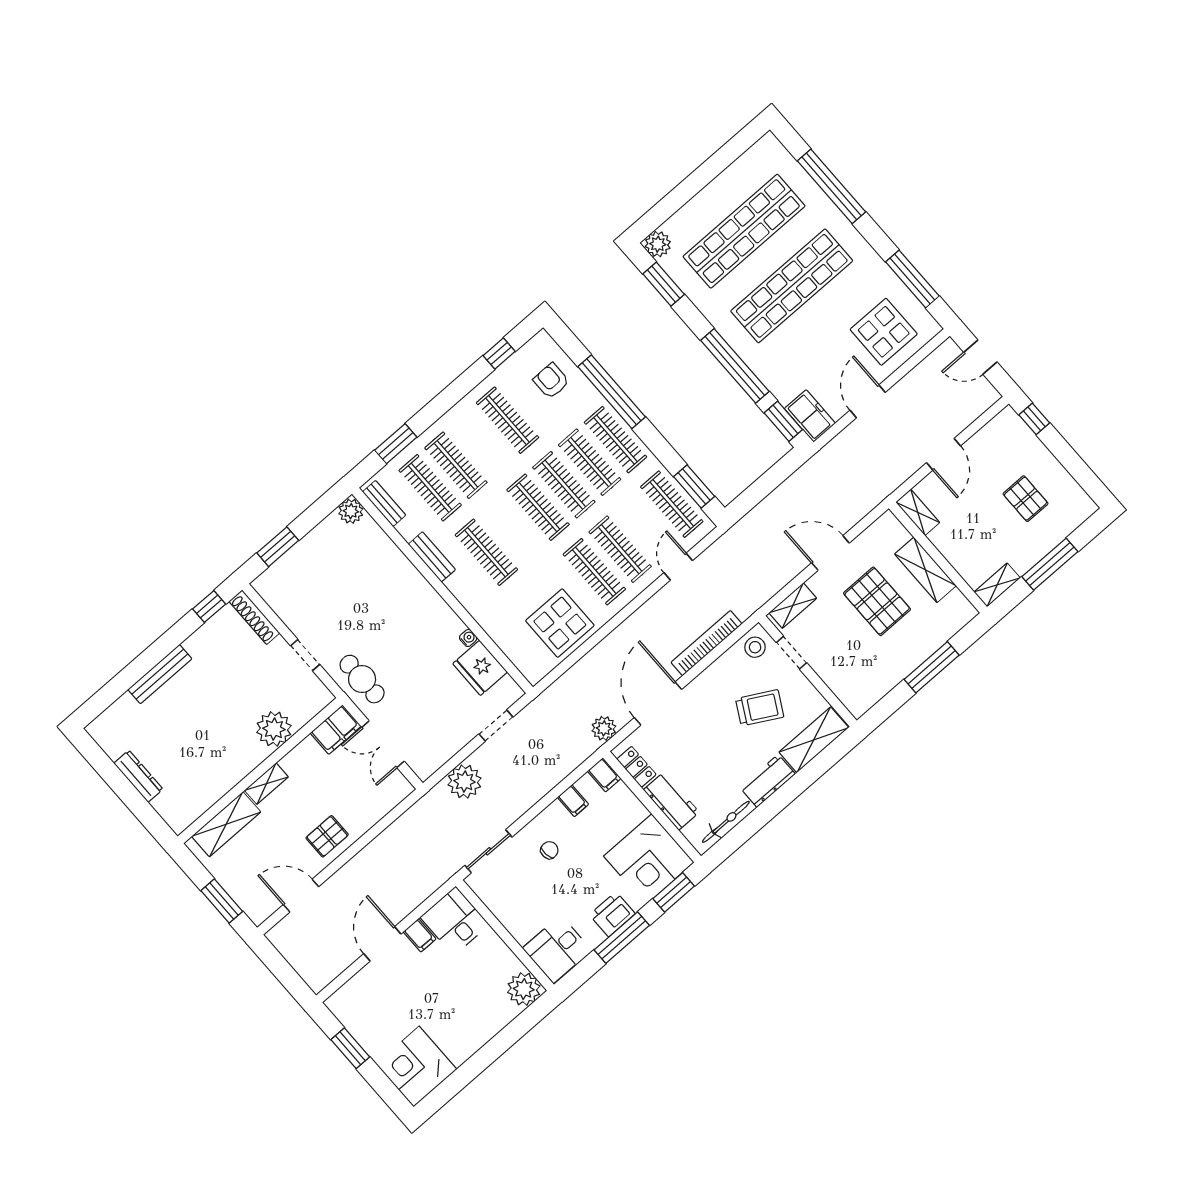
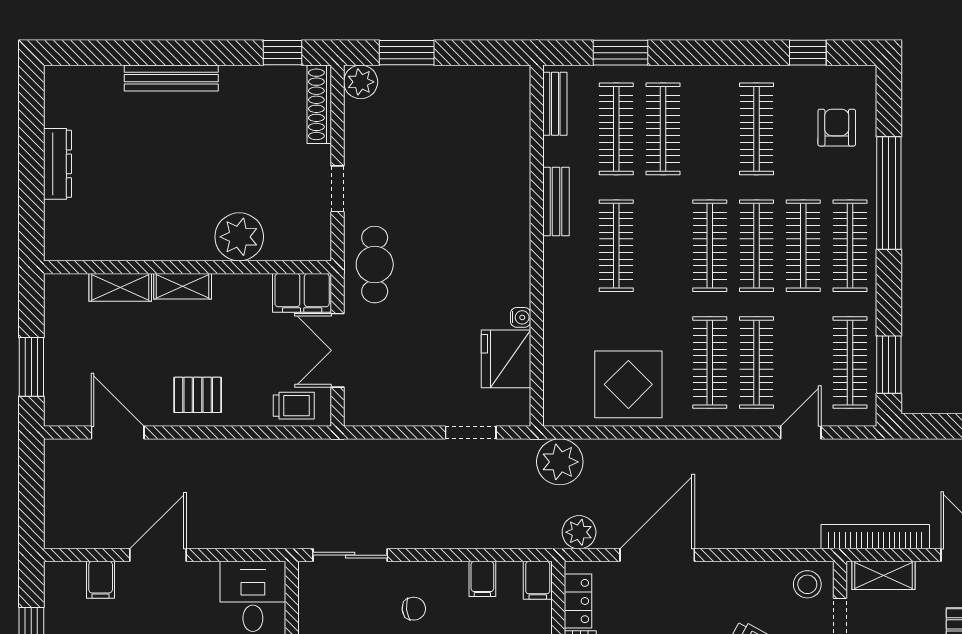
plant: (351, 511) -> (361, 82), moved
bookcase: (707, 643) -> (875, 537), moved
plant: (465, 781) -> (560, 462), moved
trolley: (385, 796) -> (294, 406), added
shelving: (226, 824) -> (120, 287), width x0.67, depth x0.75
filing cabinet: (420, 935) -> (101, 580), moved

